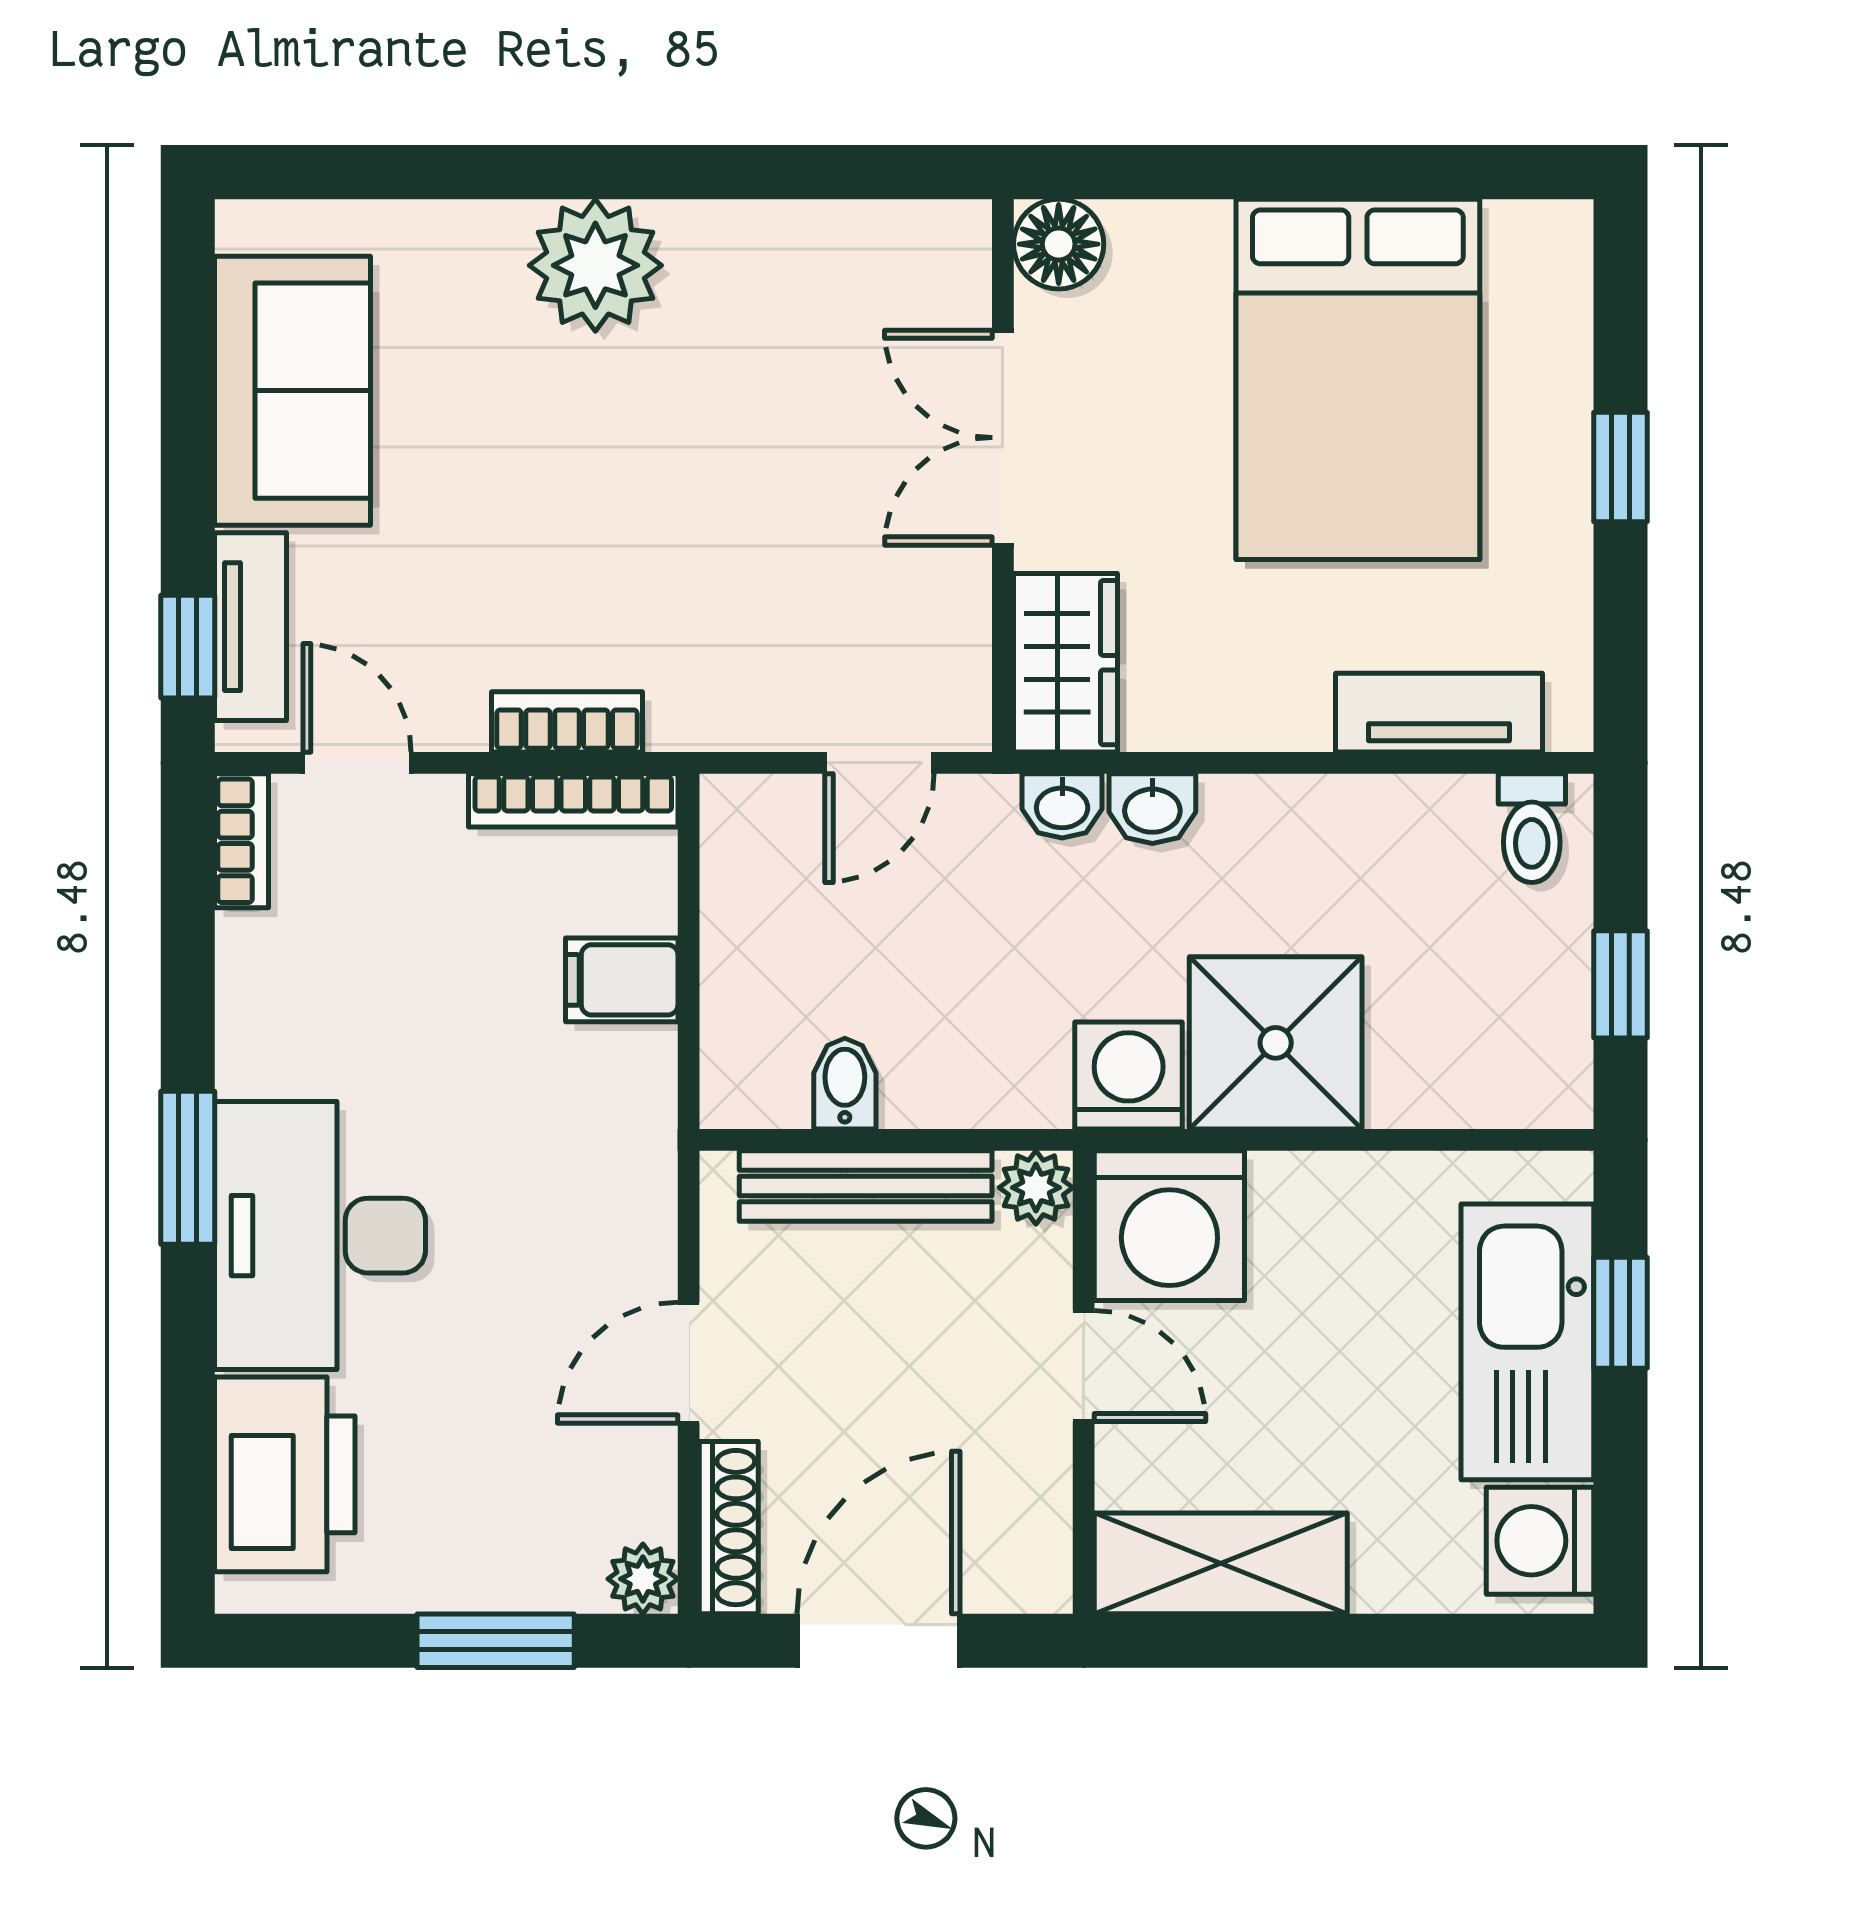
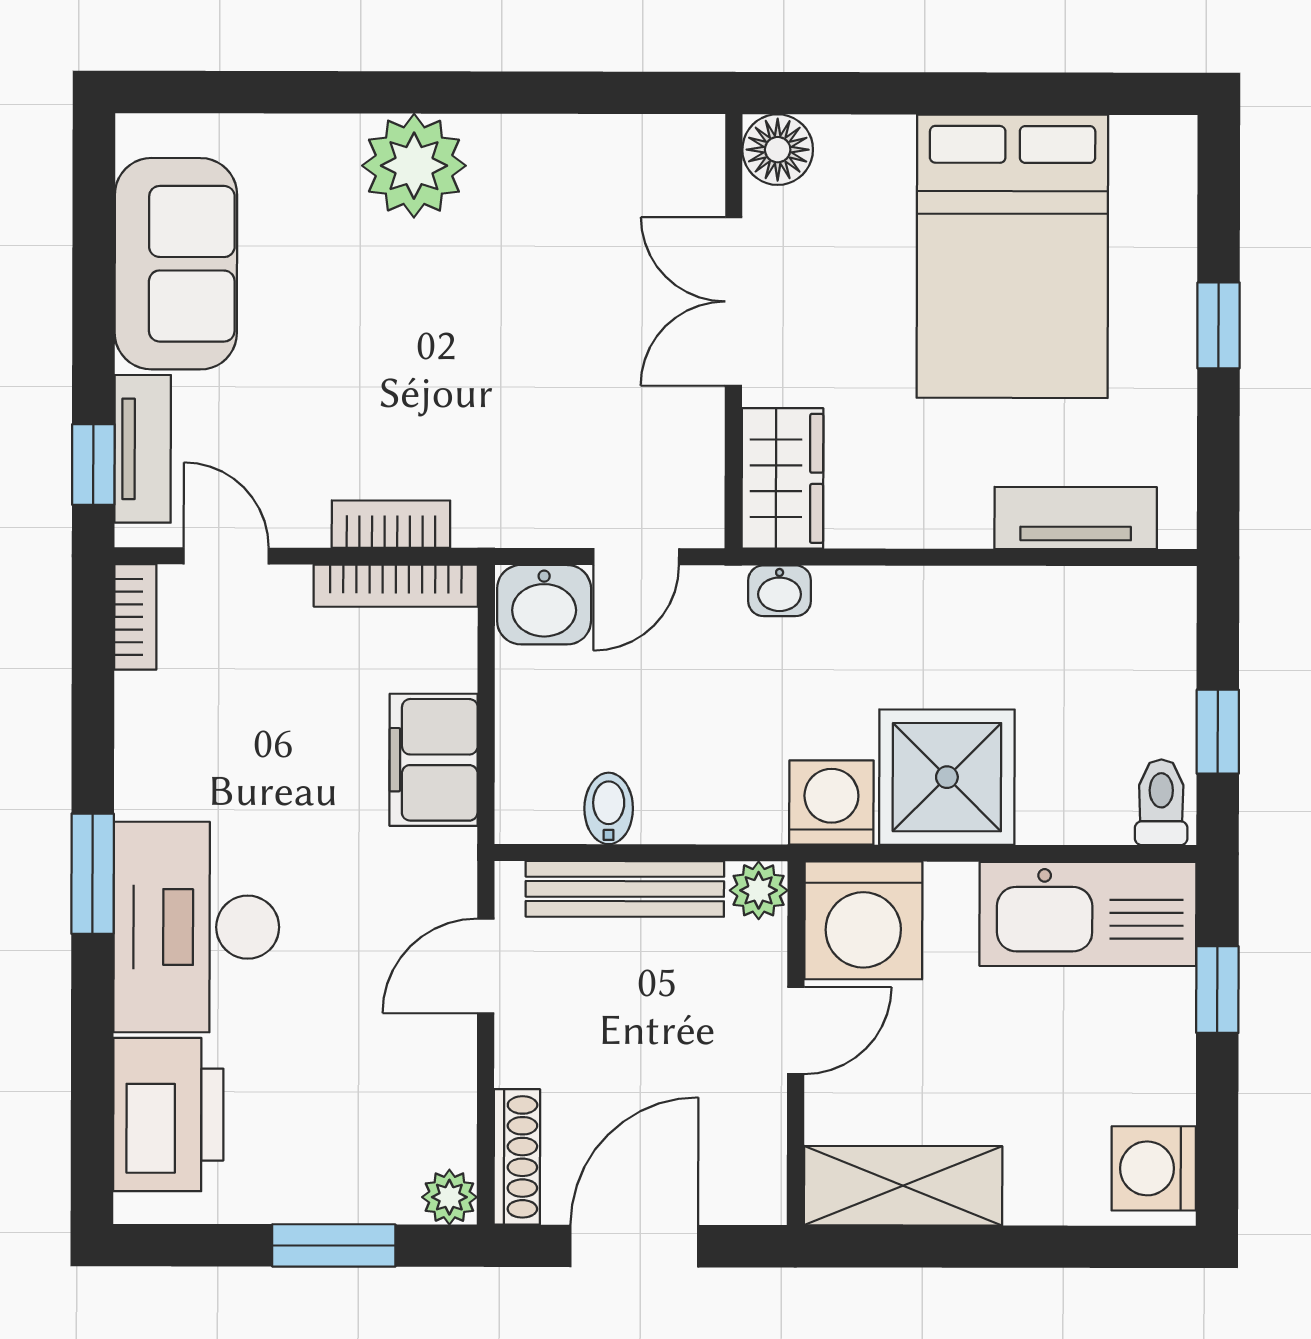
washbasin: (1152, 809) -> (544, 605), moved, width x1.38, depth x1.45
toilet: (1532, 828) -> (1161, 802), moved, turned 180
filing cabinet: (622, 980) -> (434, 760), width x2.00
kitchen sink: (1527, 1342) -> (1088, 914), moved, turned -90
door: (689, 1363) -> (486, 966), moved
door: (1084, 1366) -> (796, 1031), hinge flipped

